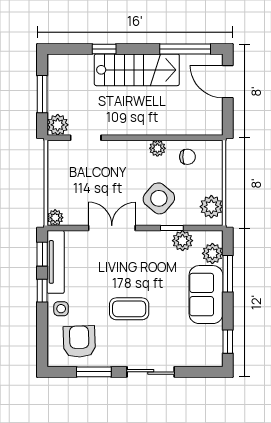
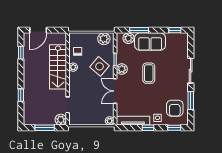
window: (185, 49) -> (21, 53), width x0.46
stairs: (137, 70) -> (58, 67), moved, turned 180
plant: (183, 241) -> (122, 69), moved
window: (42, 254) -> (174, 128), moved
coffee table: (129, 309) -> (149, 73), moved
armchair: (79, 342) -> (175, 108), turned -88

